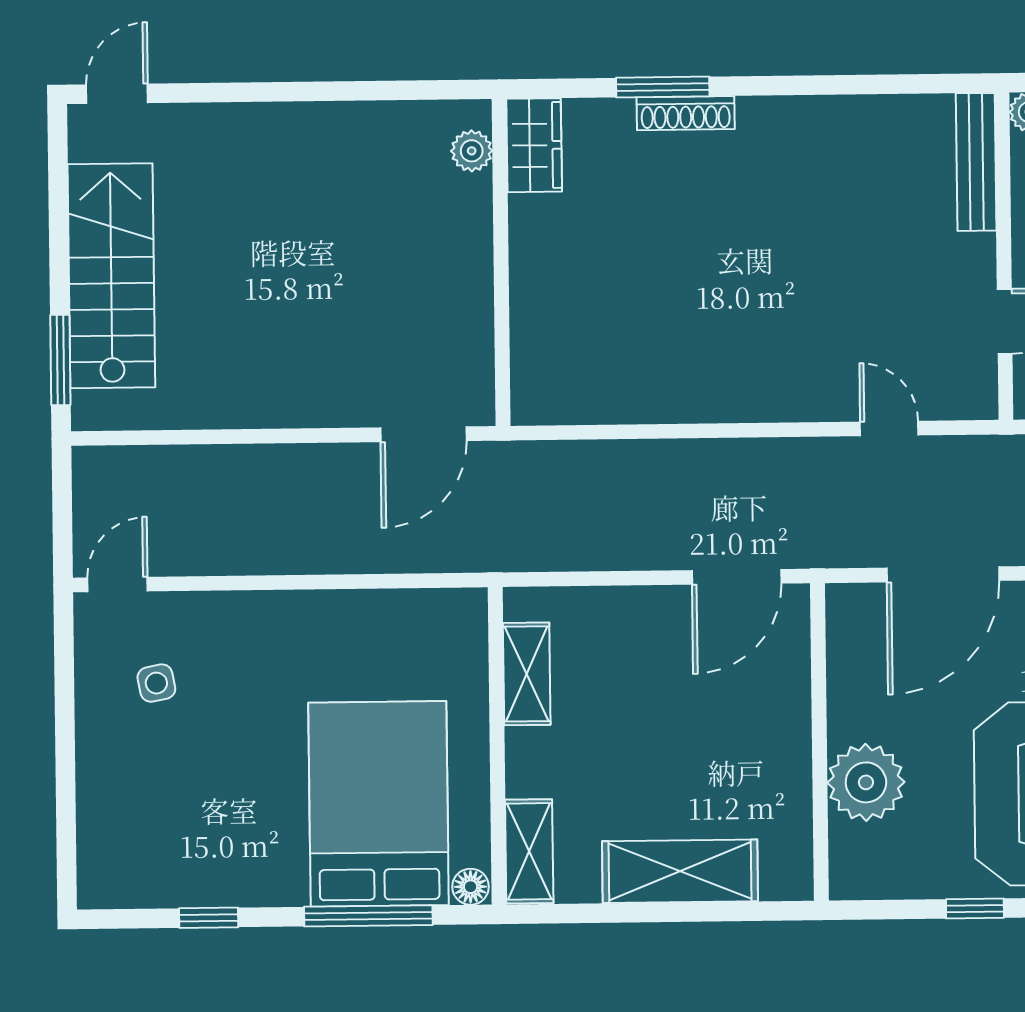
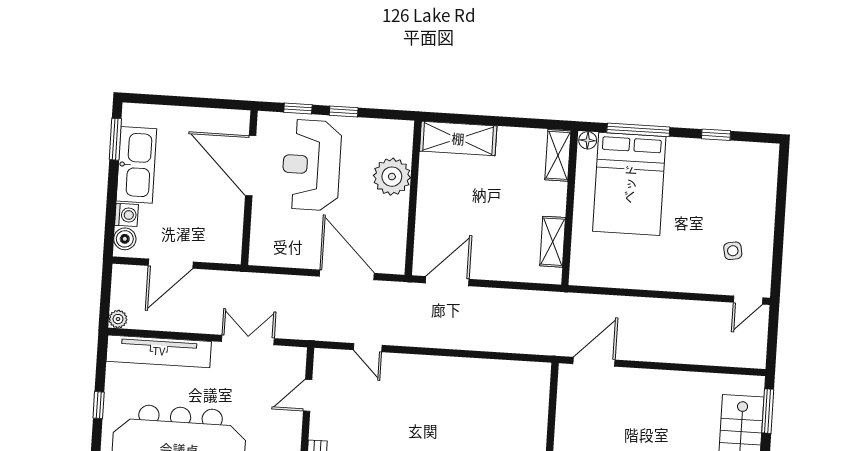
door: (943, 574) -> (347, 275), hinge flipped
shelving: (680, 871) -> (458, 138), moved

